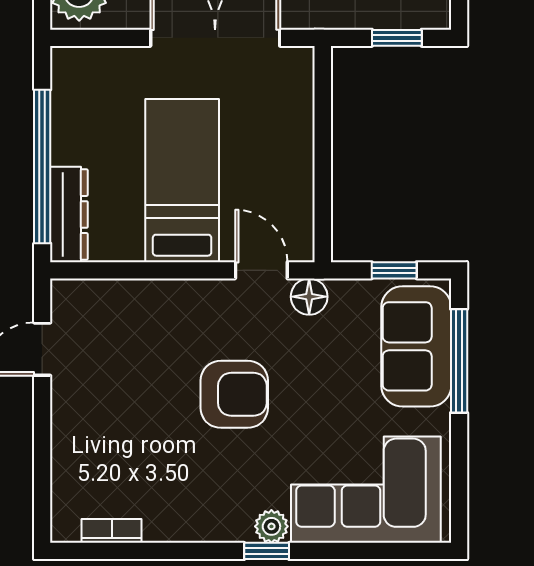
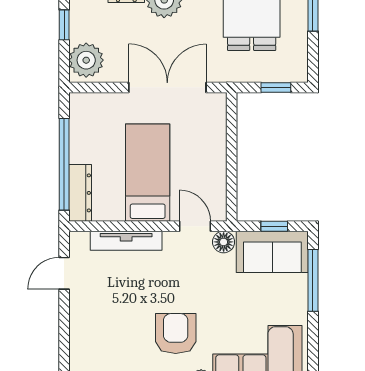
tv unit: (146, 295) -> (126, 241), added
sofa: (416, 346) -> (272, 252), moved, turned -90
armchair: (234, 394) -> (176, 334), moved, turned -90

